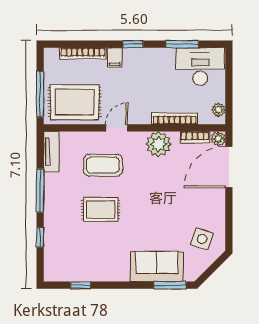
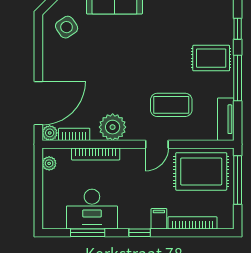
desk: (200, 67) -> (92, 209), moved
rug: (101, 209) -> (211, 58), moved
side table: (202, 239) -> (67, 27), turned 38

